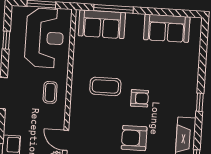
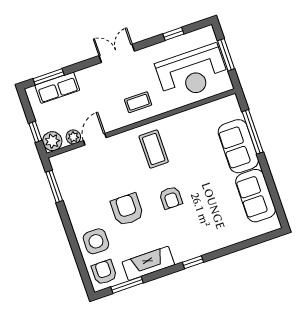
sofa: (102, 24) -> (238, 146), moved
coffee table: (105, 86) -> (154, 149), moved

